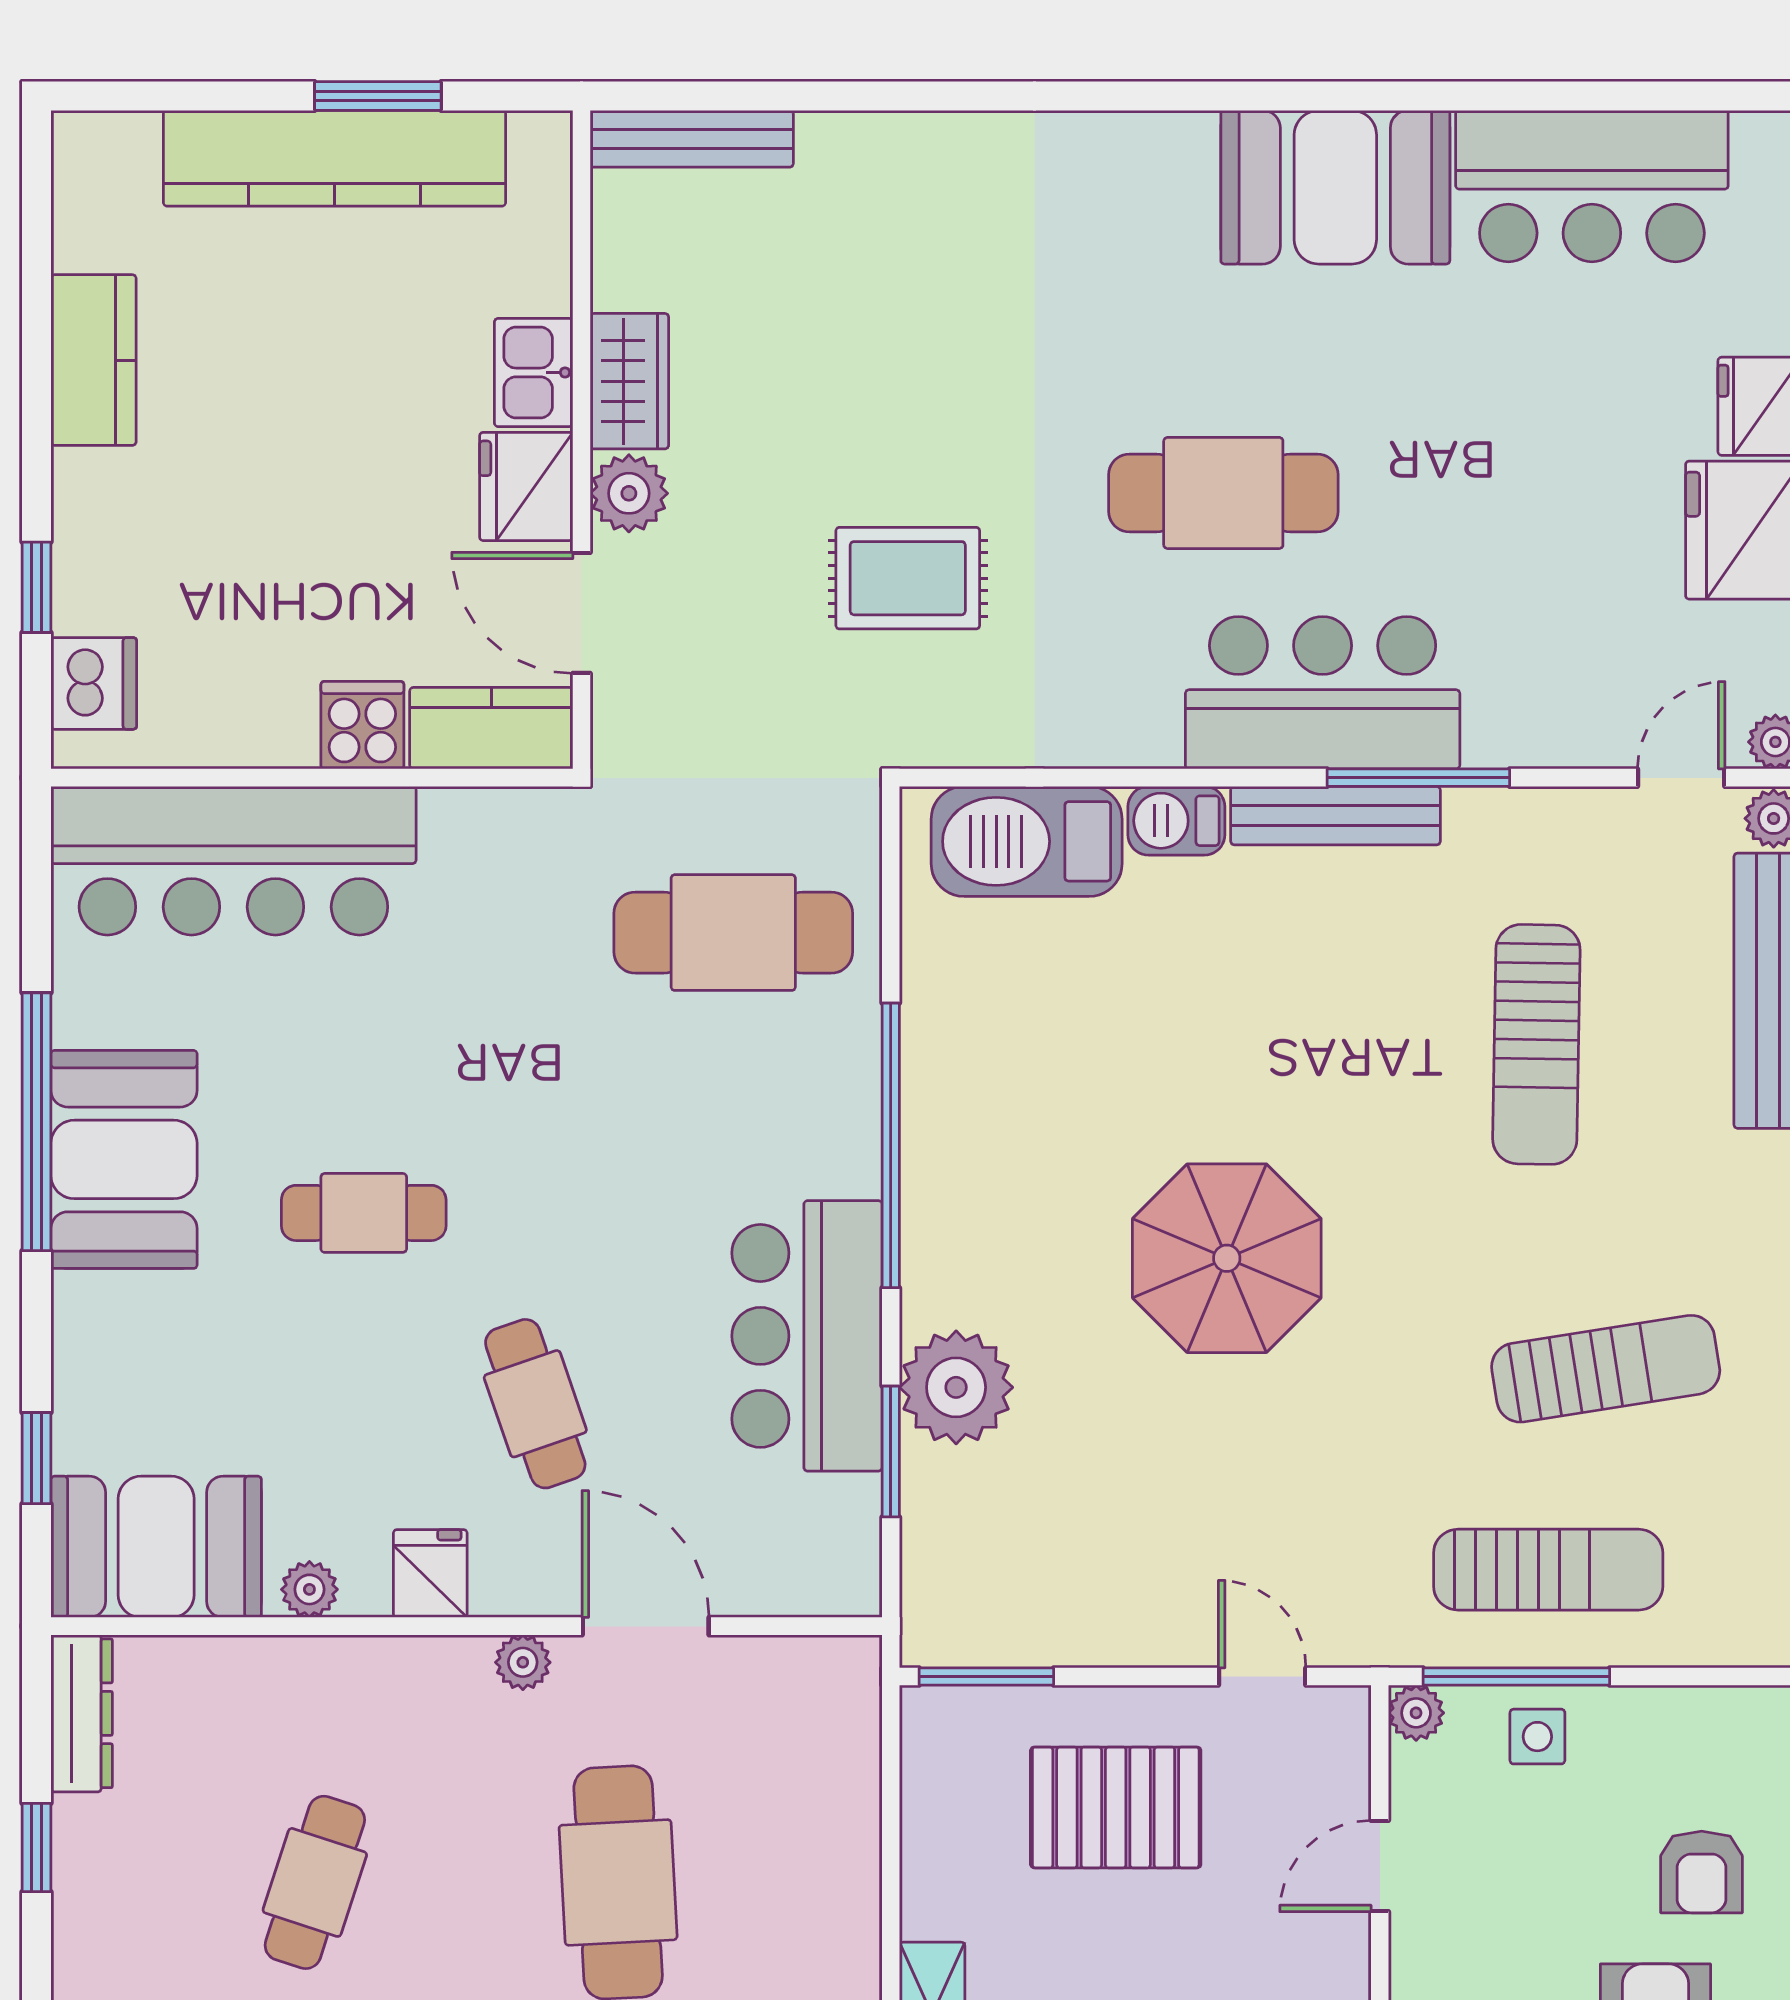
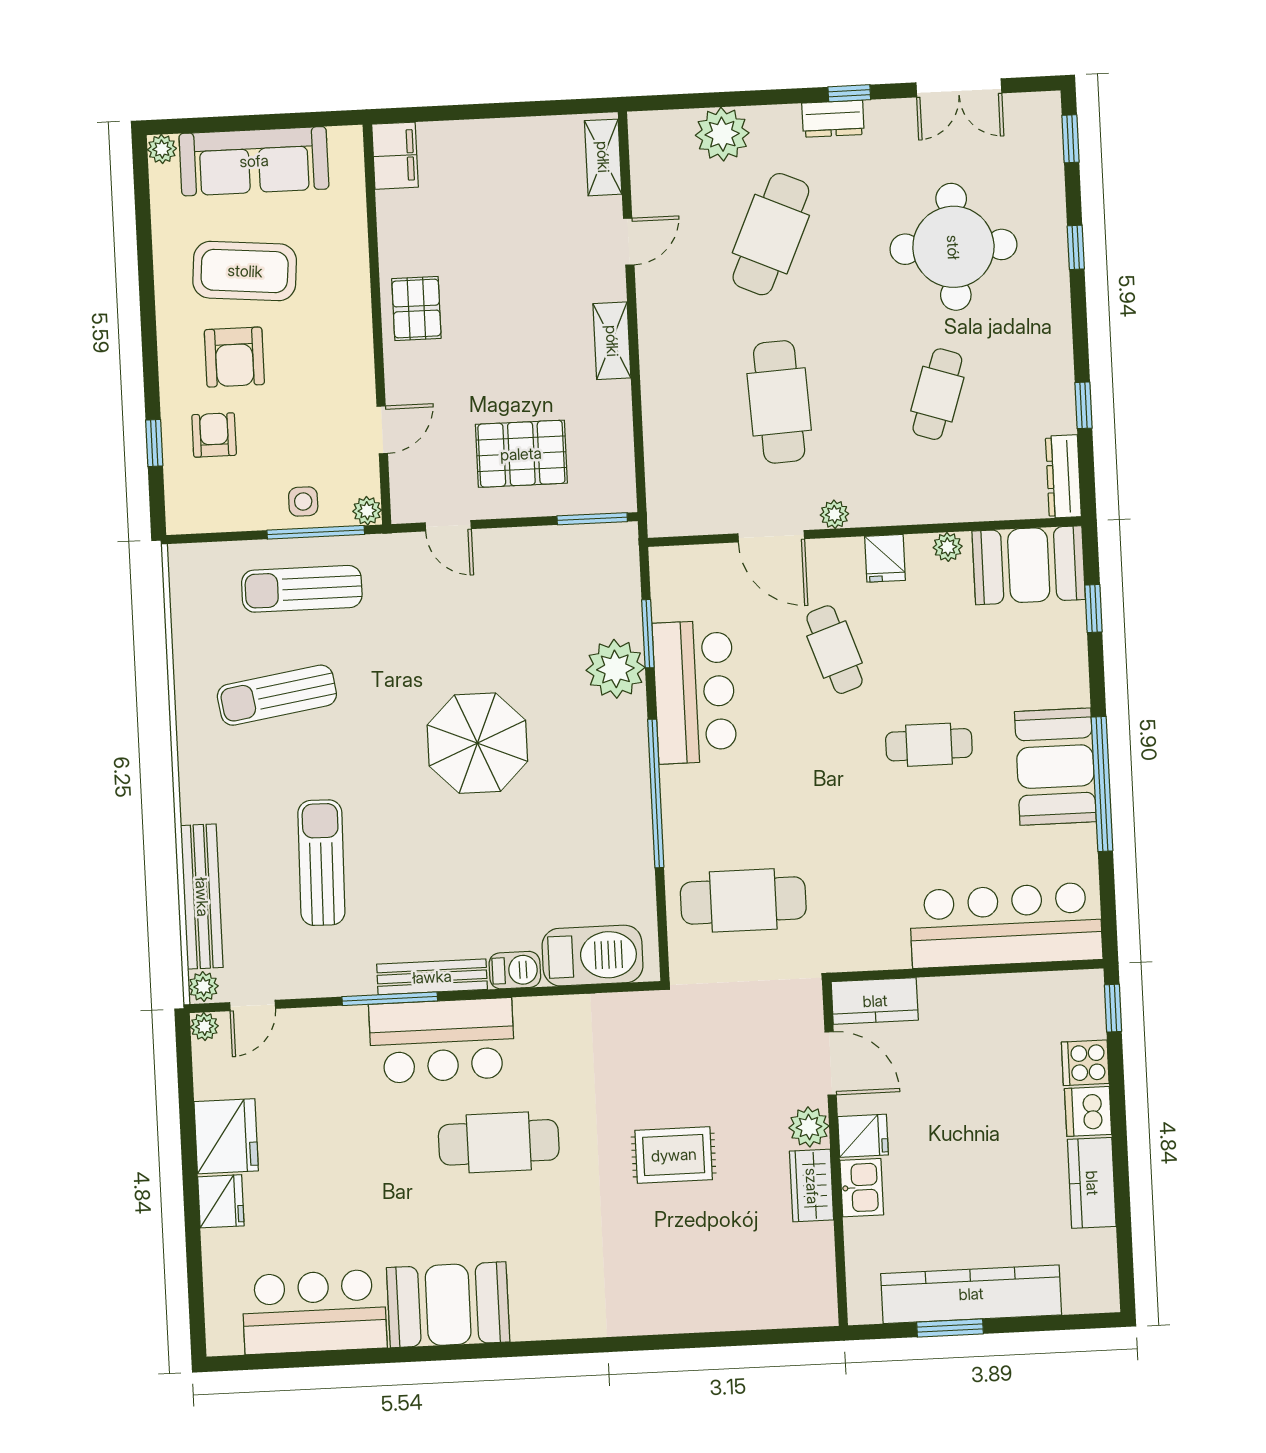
bench: (692, 139) -> (785, 1314), removed
fridge: (526, 486) -> (863, 1136), width x0.72
rug: (908, 578) -> (674, 1155), moved
window: (36, 587) -> (1113, 1008), moved
dishwasher: (94, 683) -> (1088, 1111), moved
cooker: (362, 725) -> (1085, 1063), moved, turned 90

